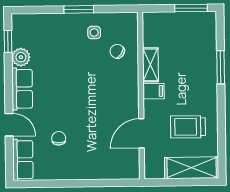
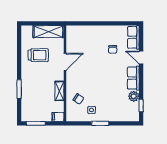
filing cabinet: (154, 91) -> (58, 117), moved
door: (141, 133) -> (65, 62), moved
shelving: (192, 168) -> (48, 32), moved

